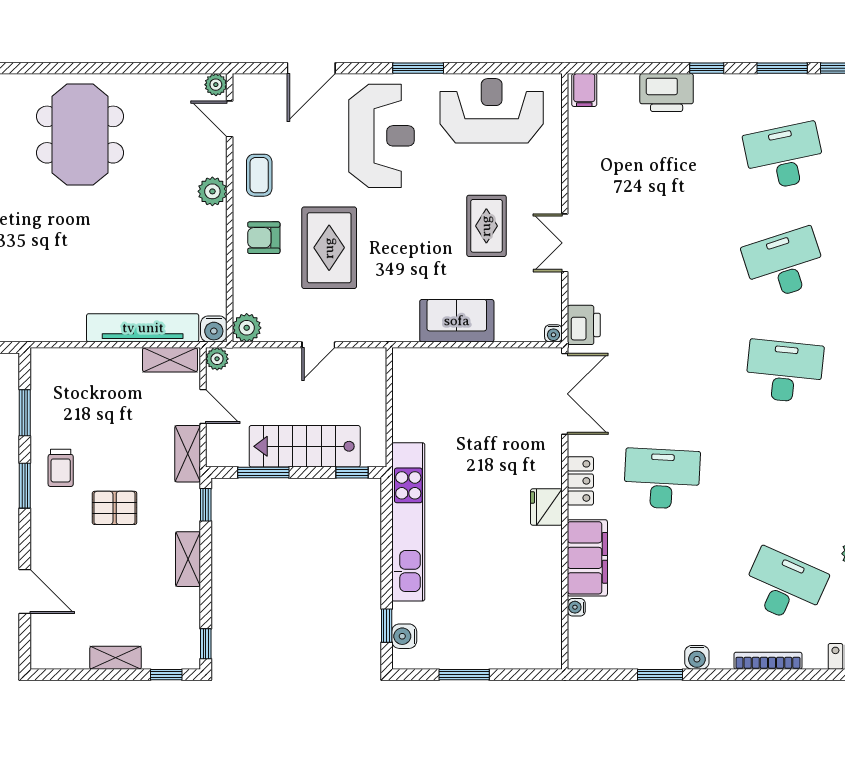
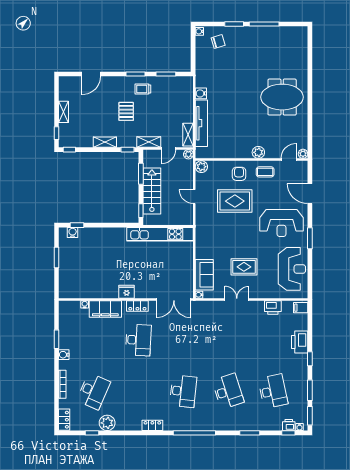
sofa: (457, 321) -> (204, 275), moved
printer: (584, 325) -> (273, 307), moved
water cooler: (214, 329) -> (201, 93), moved
kitchen unit: (408, 522) -> (160, 234), moved

